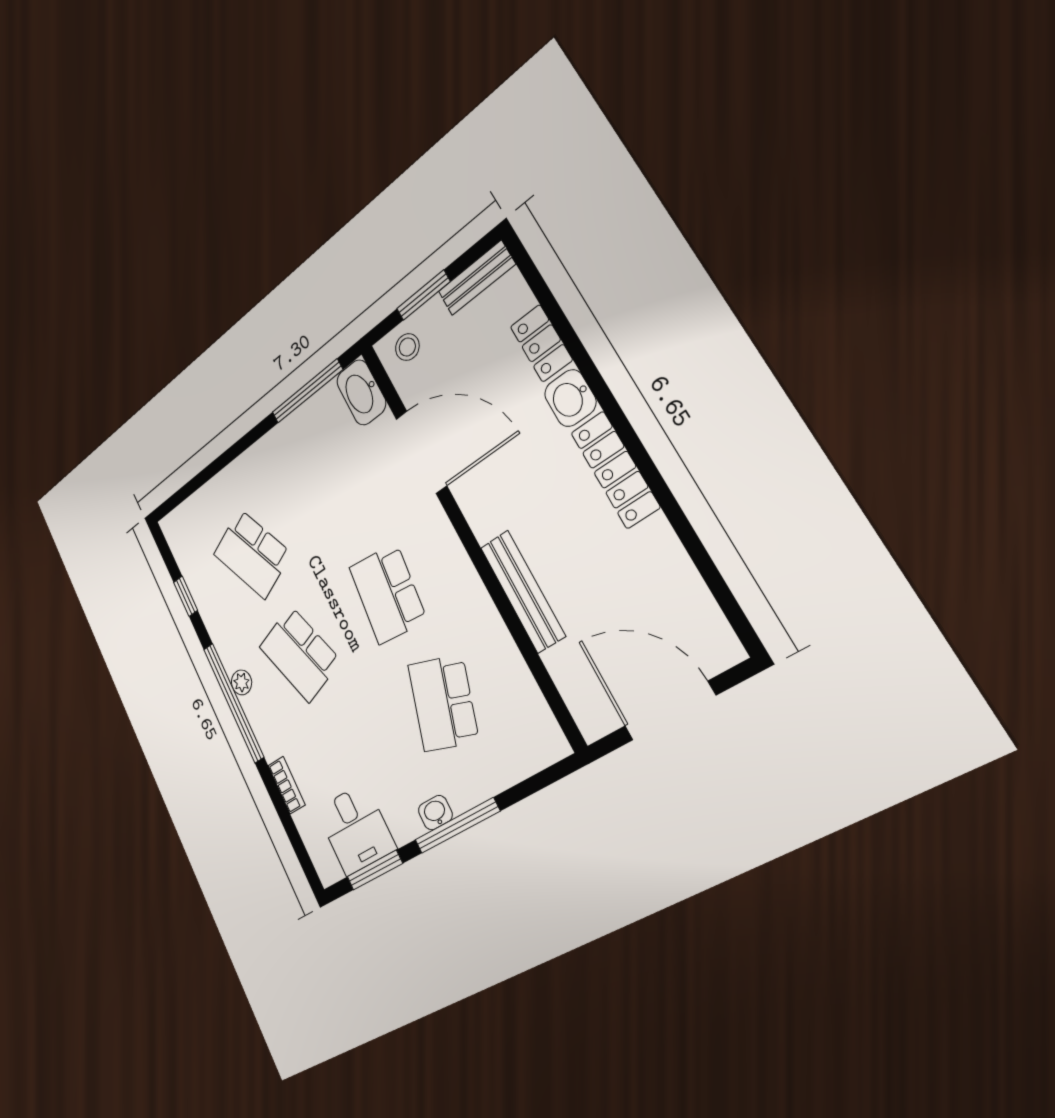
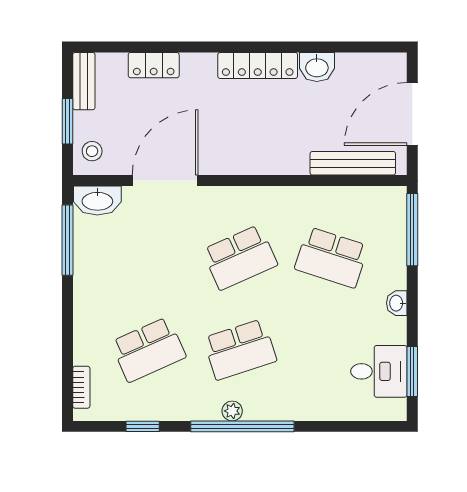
washbasin: (570, 398) -> (317, 67), moved
bench: (523, 591) -> (353, 163), moved
school desk: (388, 594) -> (240, 257), turned -30
bookcase: (287, 785) -> (81, 387), moved, turned 90
window: (457, 826) -> (412, 230), moved

